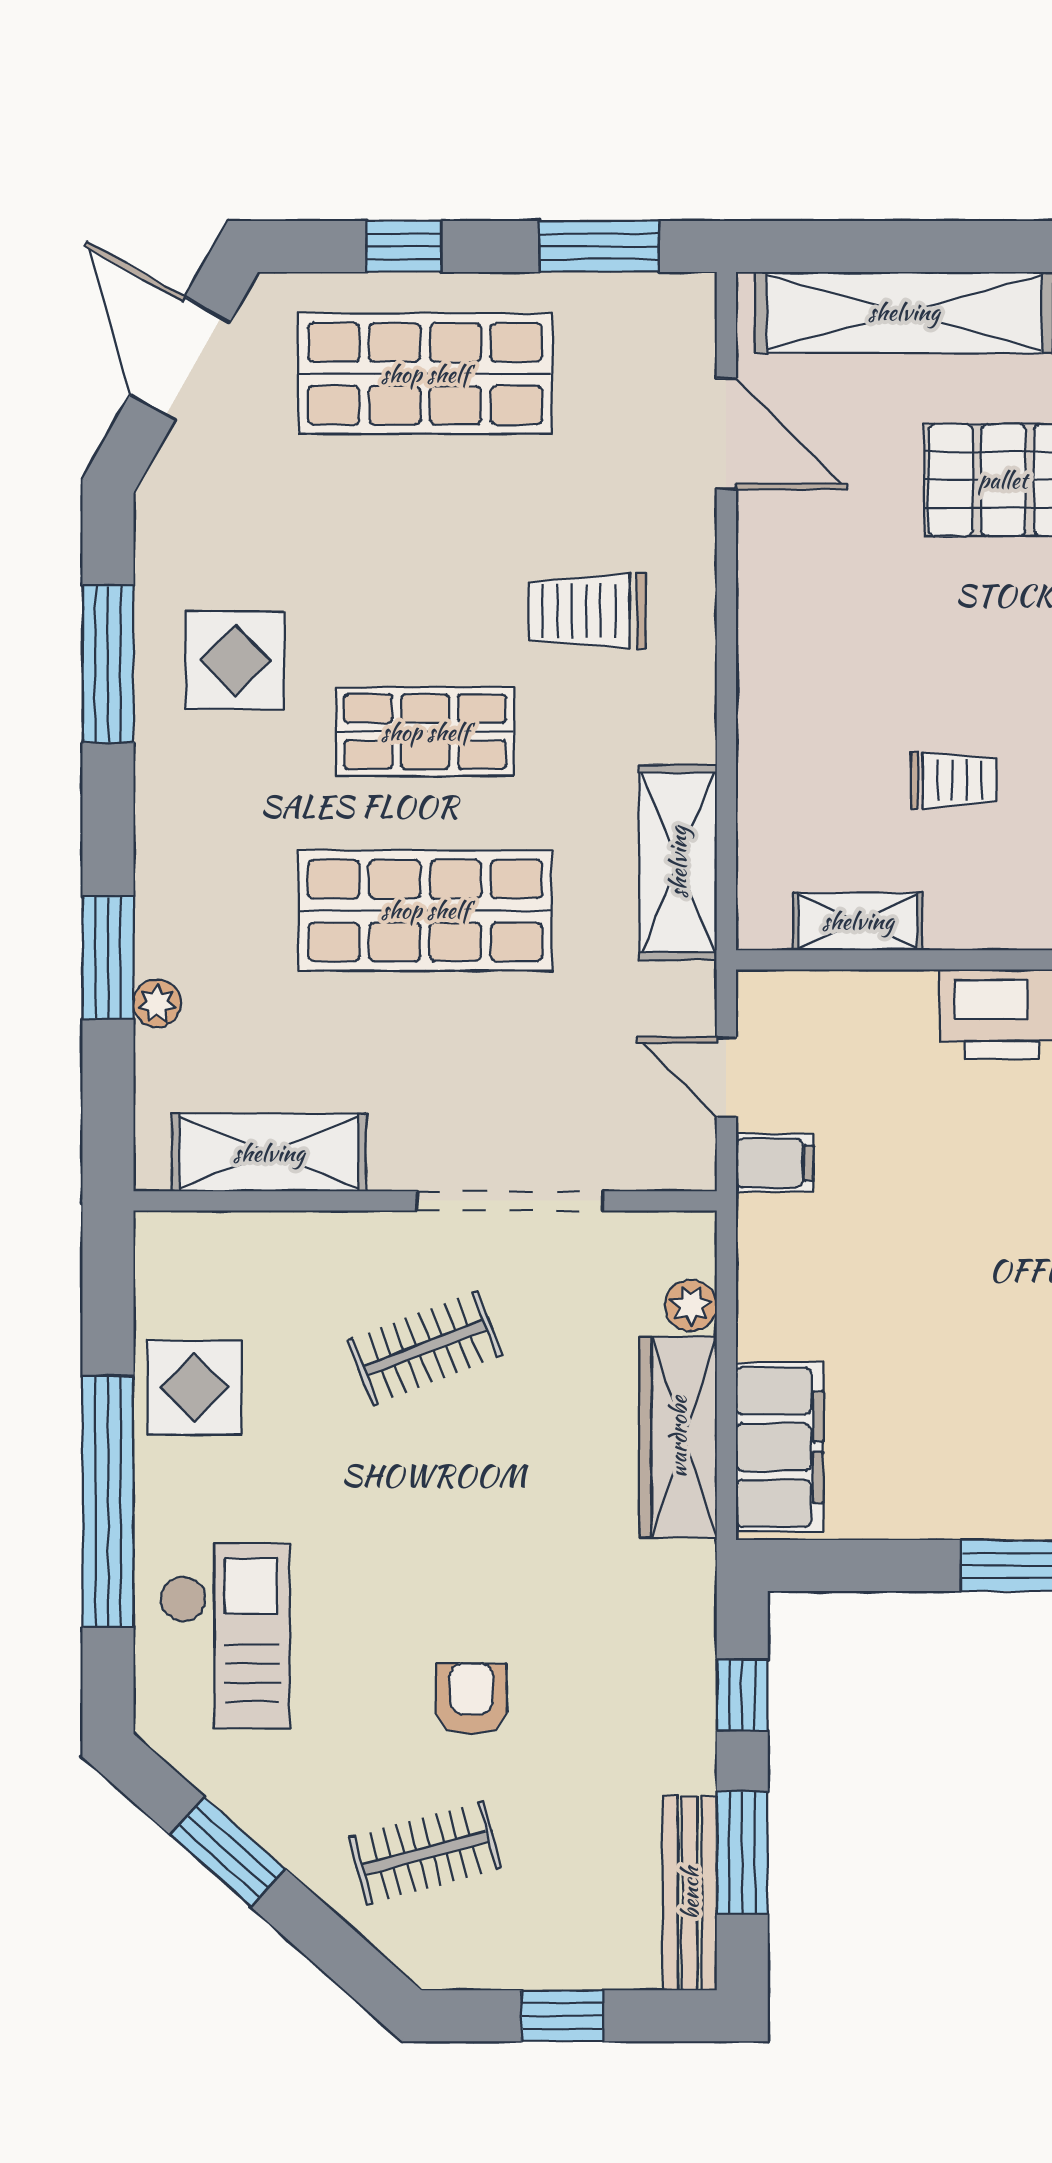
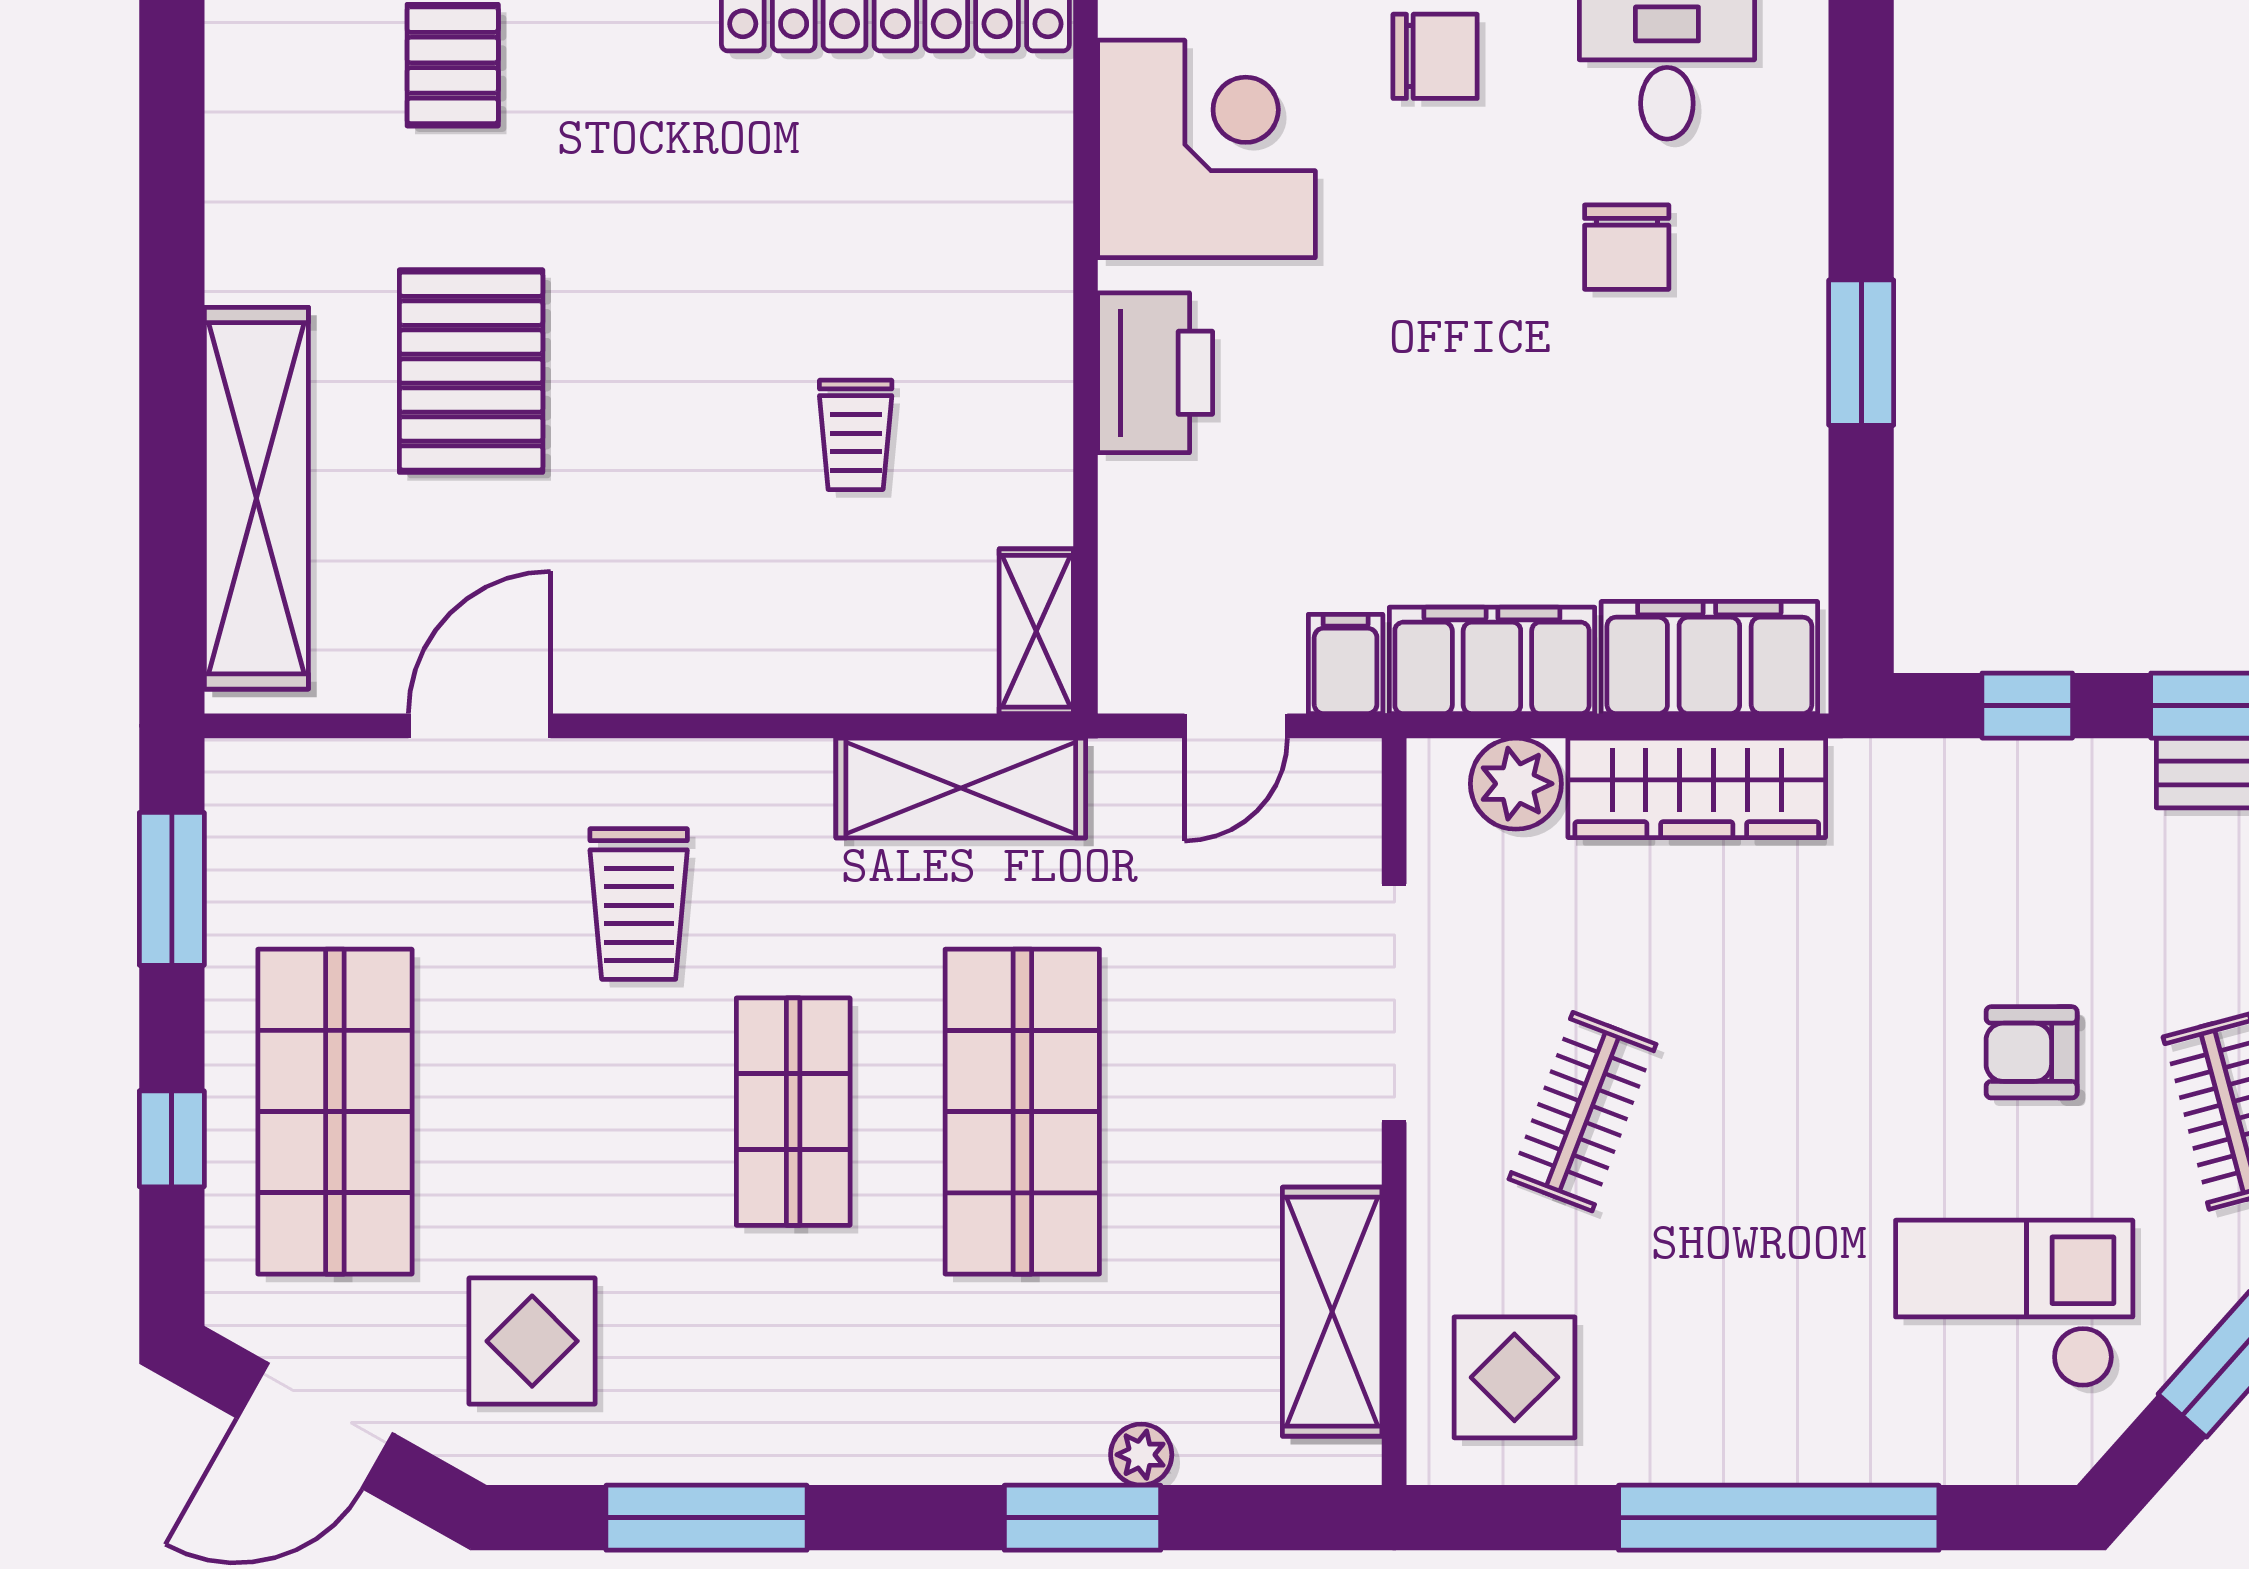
door: (726, 434) -> (480, 726), moved
display table: (235, 660) -> (532, 1341), moved
trolley: (954, 780) -> (856, 435), turned 180
shelving: (858, 921) -> (1036, 631), moved
filing cabinet: (777, 1277) -> (1492, 660), added
plant: (691, 1306) -> (1516, 784), width x1.38, depth x1.38
clothes rail: (425, 1348) -> (1582, 1112), turned 42
display table: (195, 1388) -> (1514, 1377), moved
checkout: (225, 1636) -> (2014, 1304), moved

